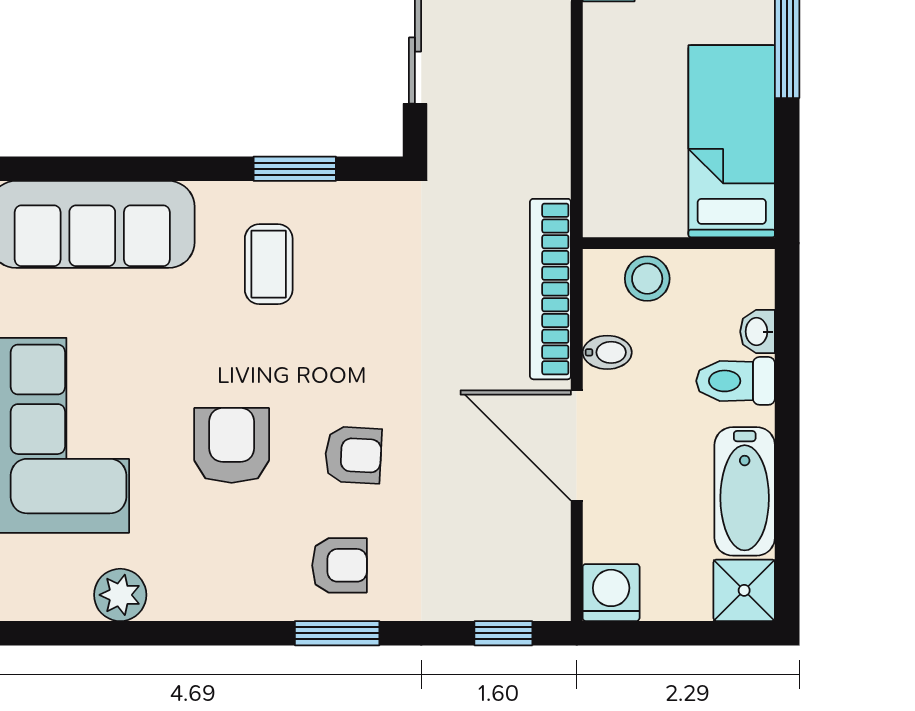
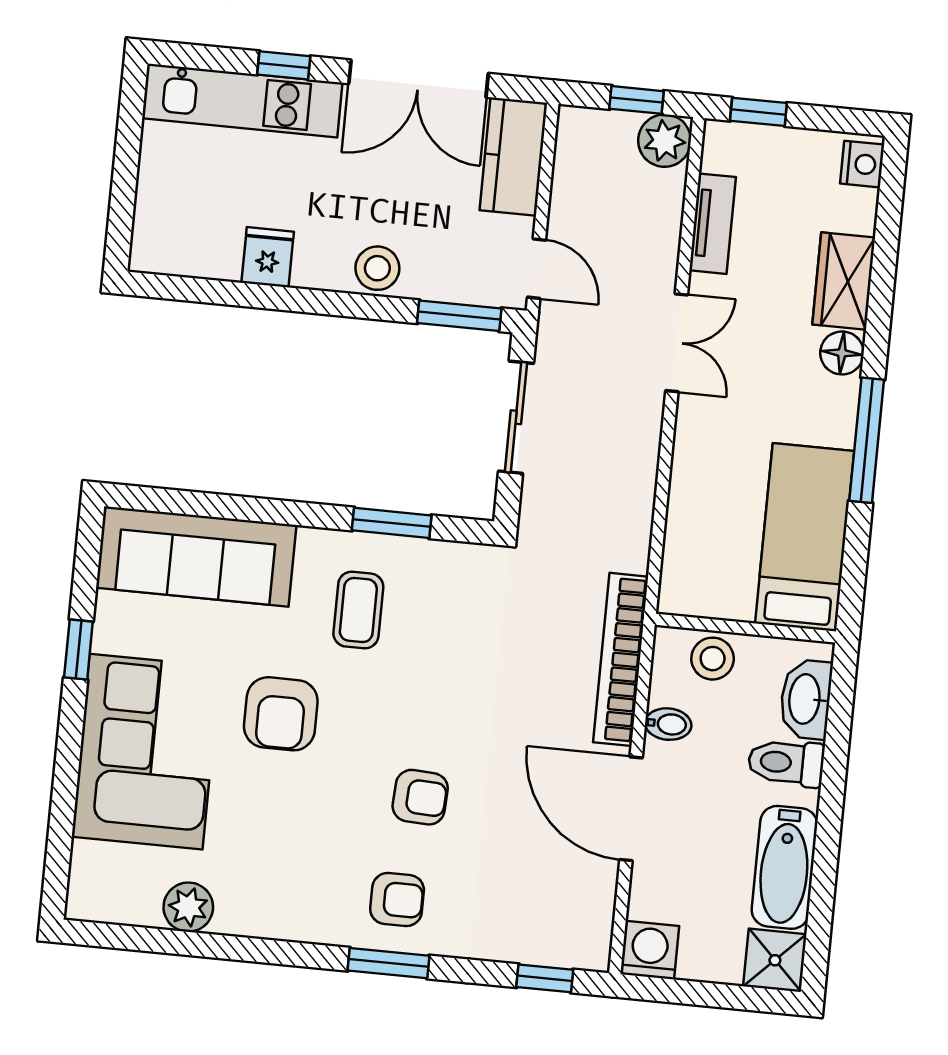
washbasin: (758, 332) -> (806, 699), width x1.91, depth x1.45
armchair: (232, 445) -> (281, 714), moved, turned 180

